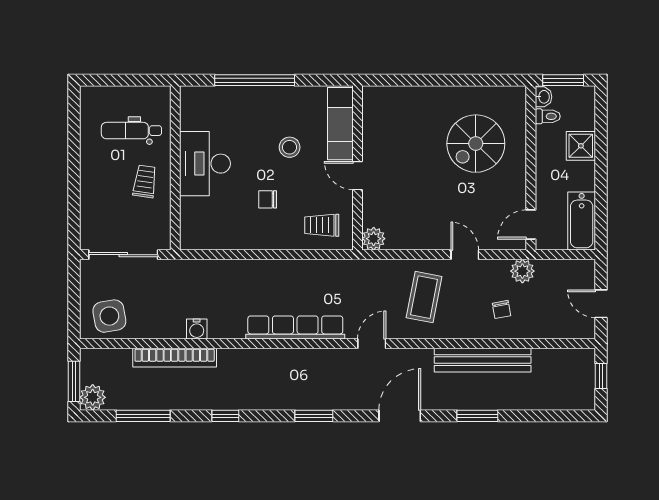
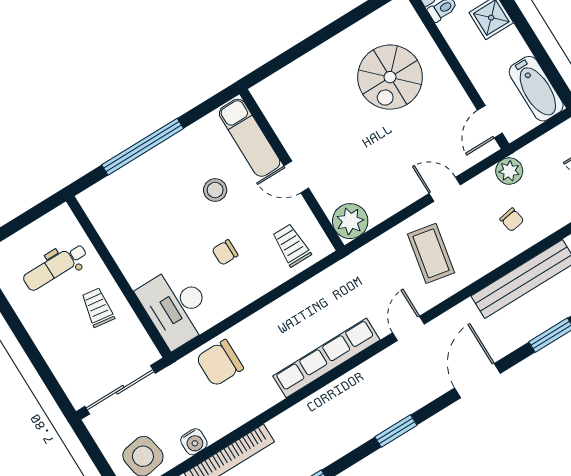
desk: (205, 164) -> (176, 307), moved
trolley: (322, 225) -> (292, 245), turned 90
plant: (374, 239) -> (350, 221), width x1.36, depth x1.36
chair: (212, 281) -> (220, 363), added
water cooler: (197, 329) -> (194, 442), moved

